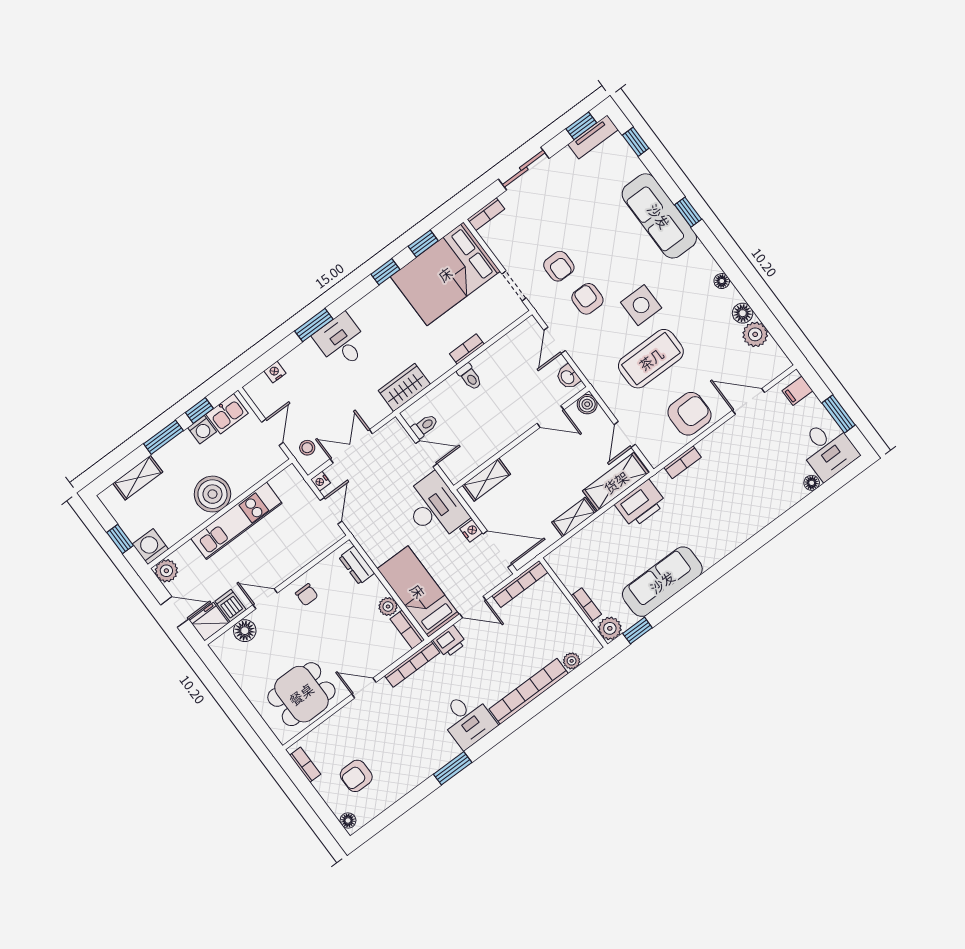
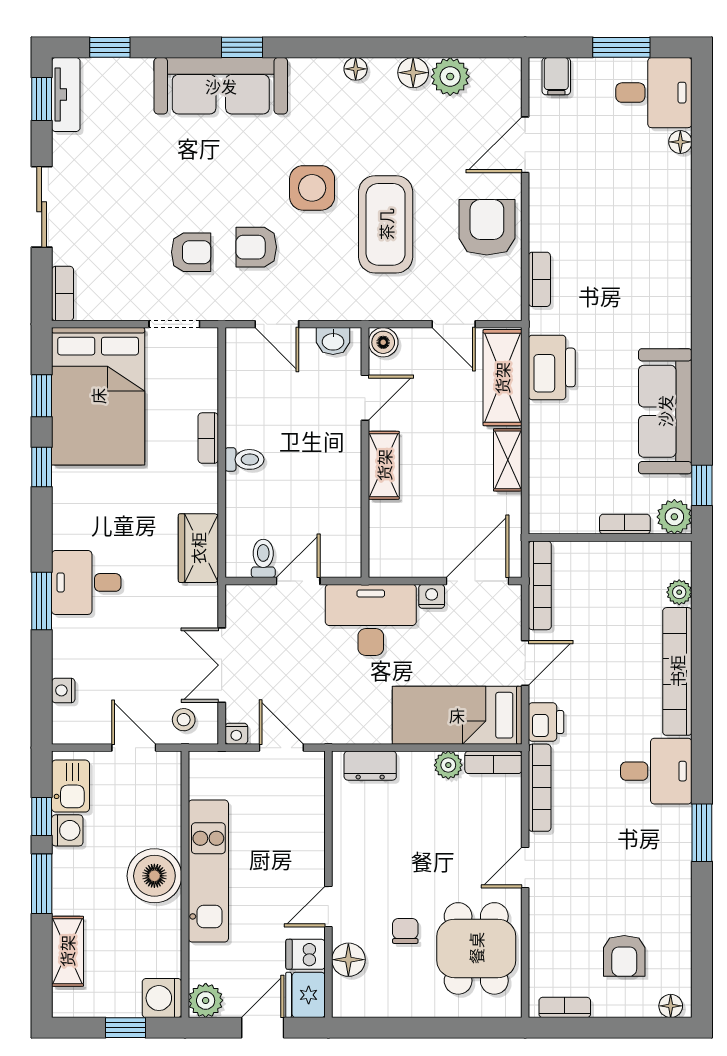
shelving: (487, 480) -> (384, 465), moved
chair: (307, 595) -> (405, 931), moved, turned -90

